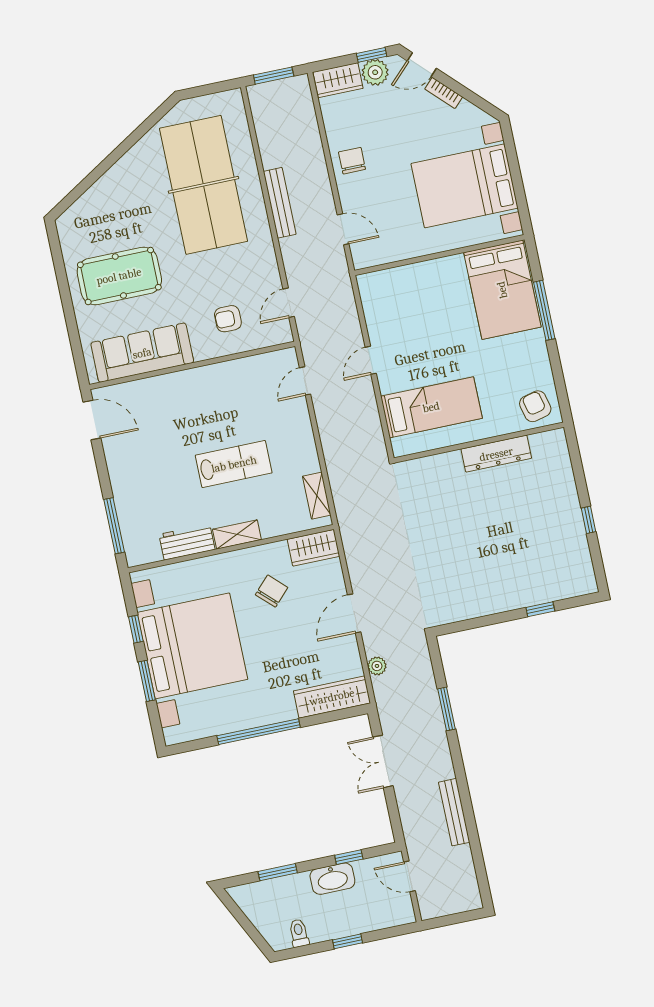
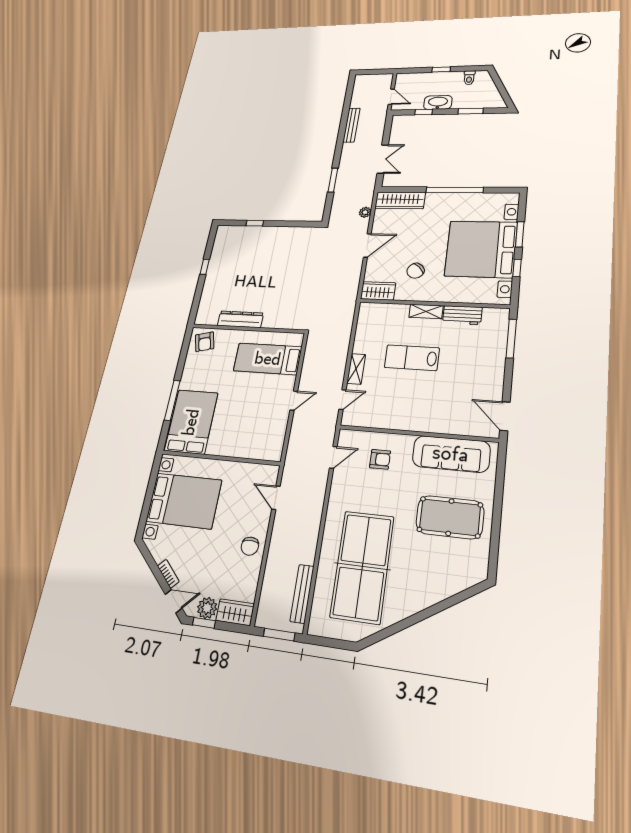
bench: (280, 203) -> (302, 594), moved
shelving: (317, 496) -> (356, 369), moved

